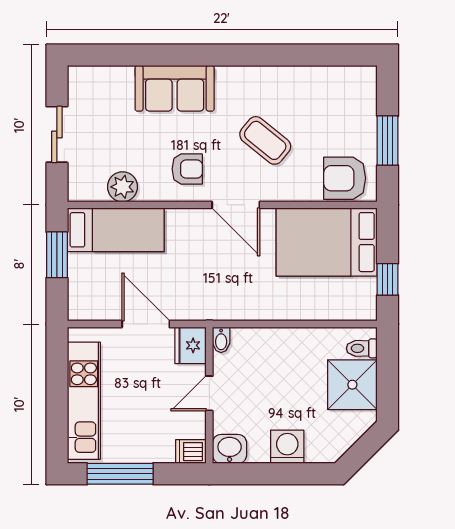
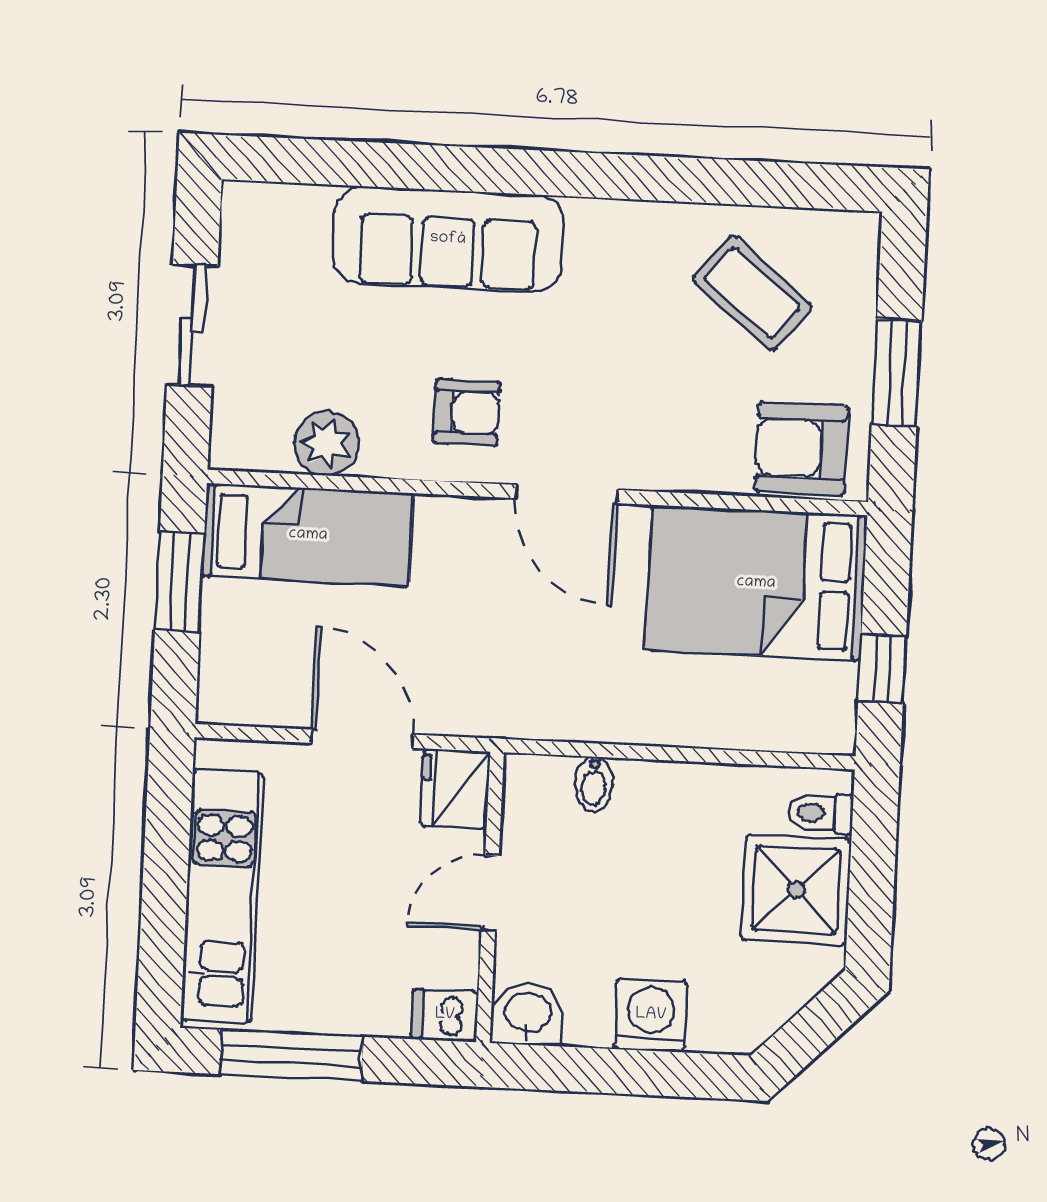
sofa: (175, 88) -> (448, 239), width x1.36
coffee table: (265, 140) -> (752, 293), moved
bidet: (221, 340) -> (594, 784), moved

